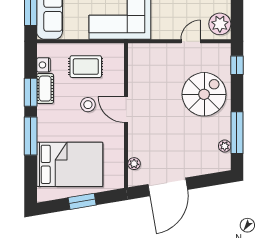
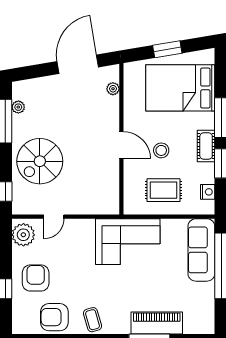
cot: (45, 89) -> (206, 146), moved

